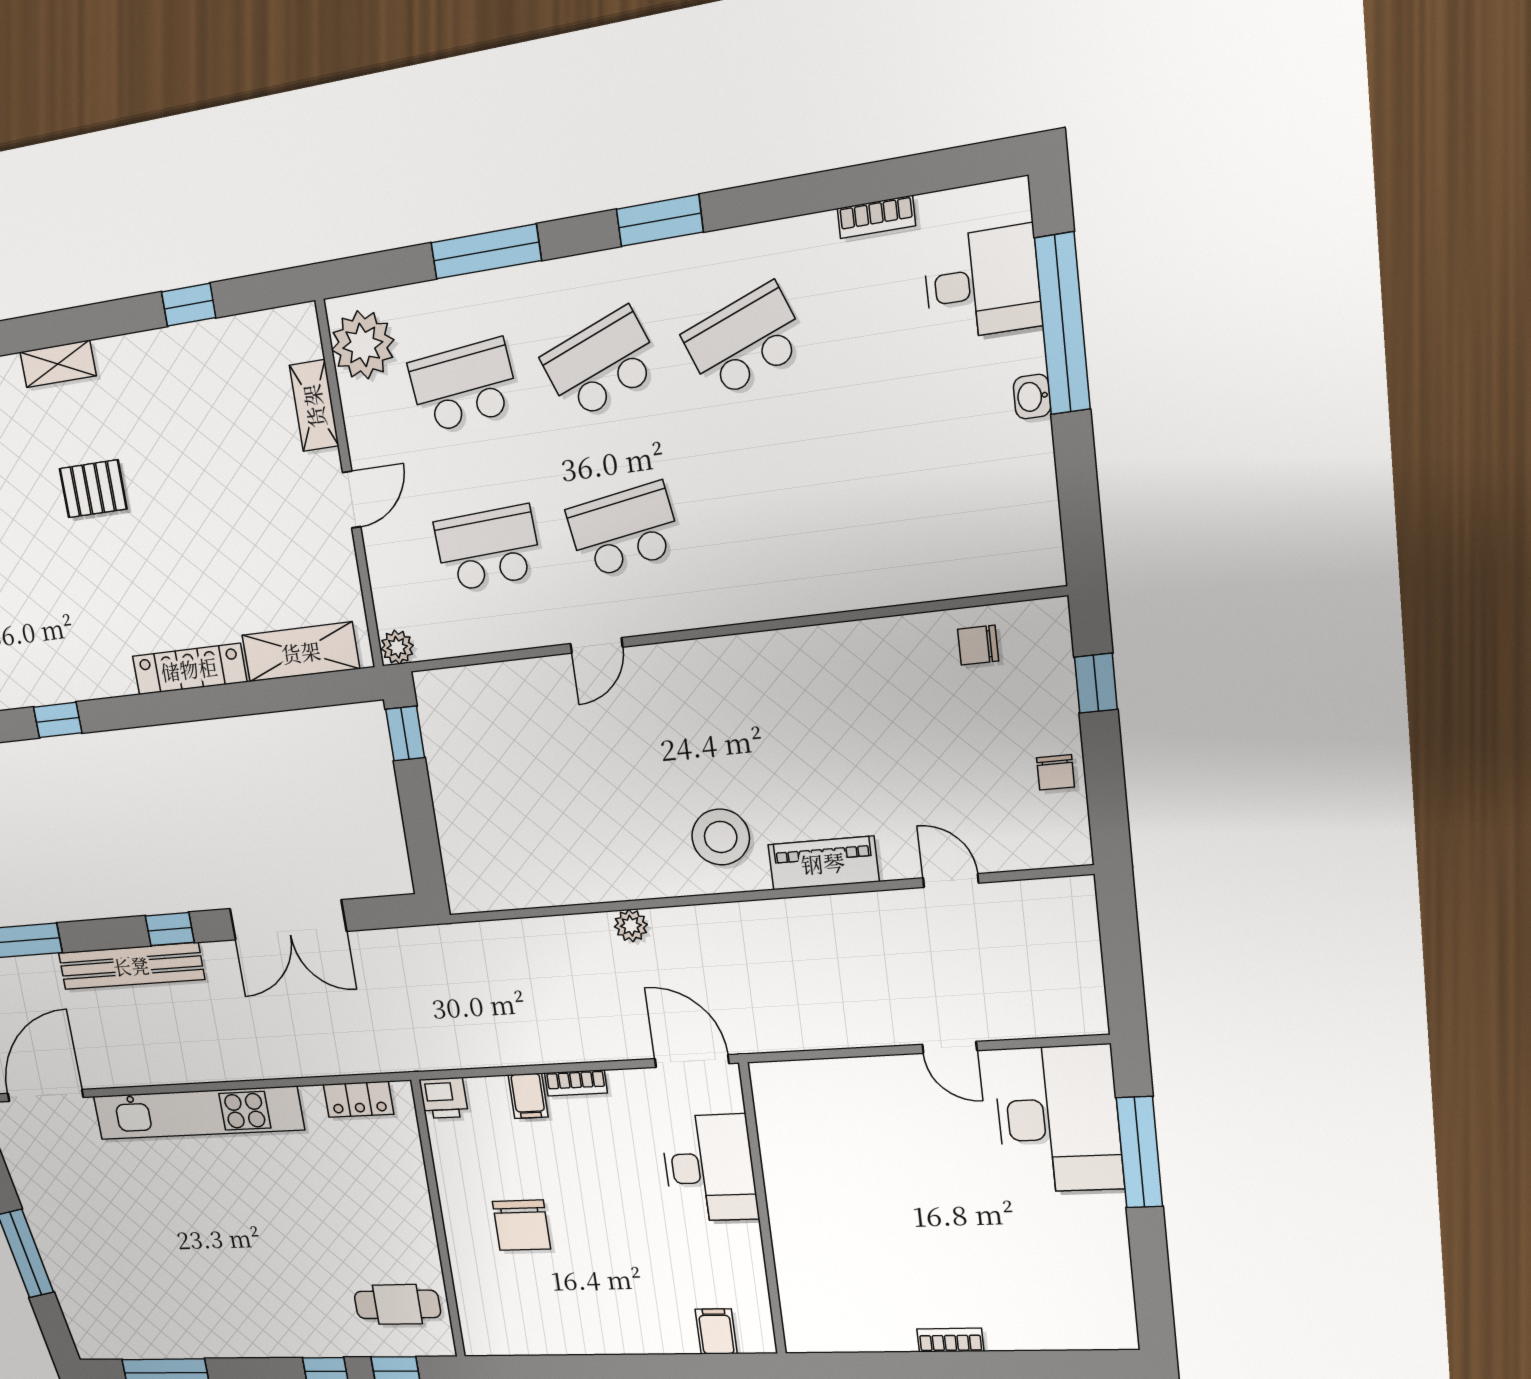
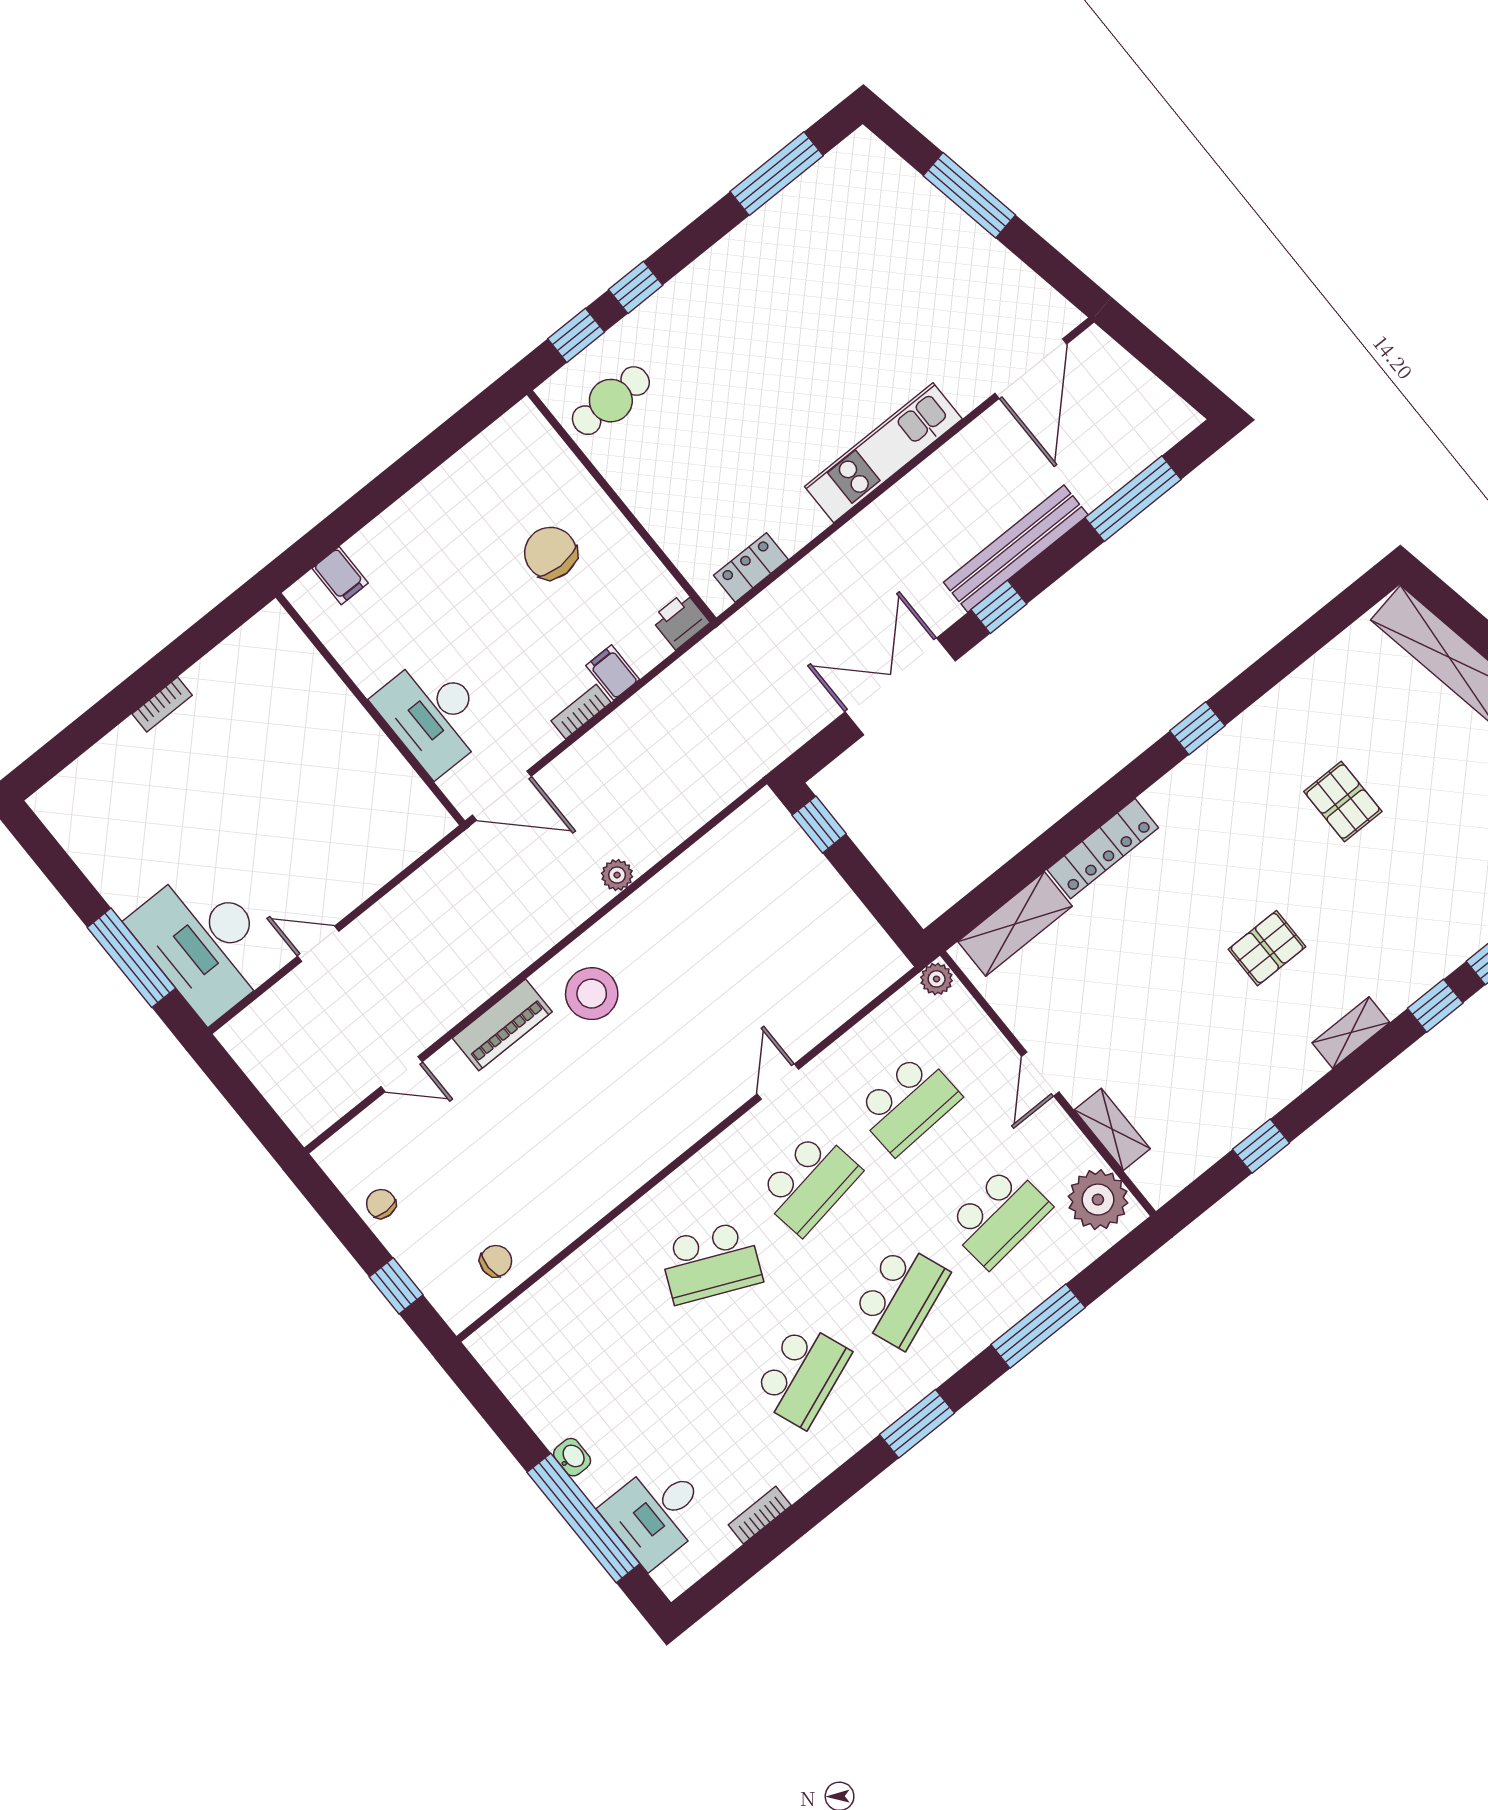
school desk: (765, 511) -> (711, 1262), added
window: (405, 733) -> (819, 824), moved
kitchen unit: (198, 1113) -> (883, 453), width x0.73

